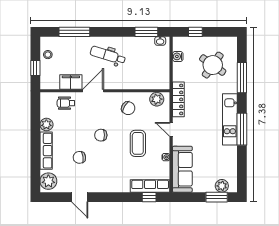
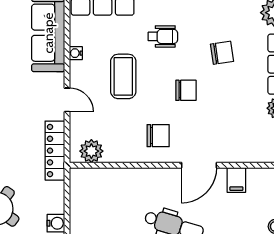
filing cabinet: (71, 82) -> (236, 180), width x0.50
wheelchair: (66, 103) -> (163, 36), moved
chair: (128, 108) -> (158, 136), moved, turned 148

